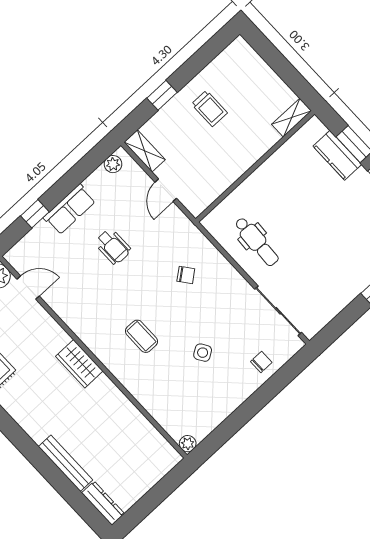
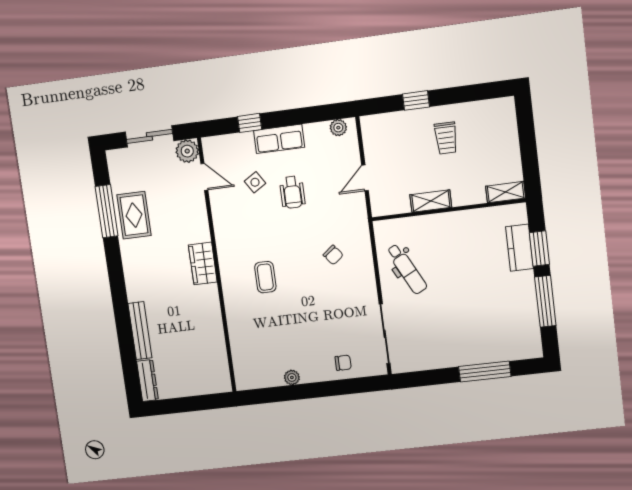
shelving: (145, 151) -> (431, 201), moved, turned 90
dental chair: (257, 242) -> (407, 269), turned -30
side table: (203, 353) -> (255, 182), moved
plant: (188, 444) -> (292, 377), moved

